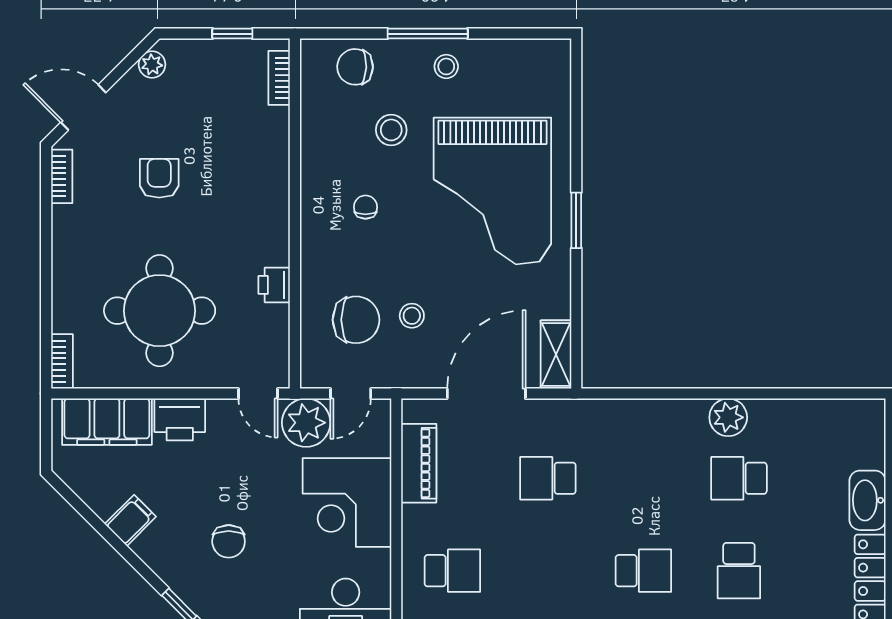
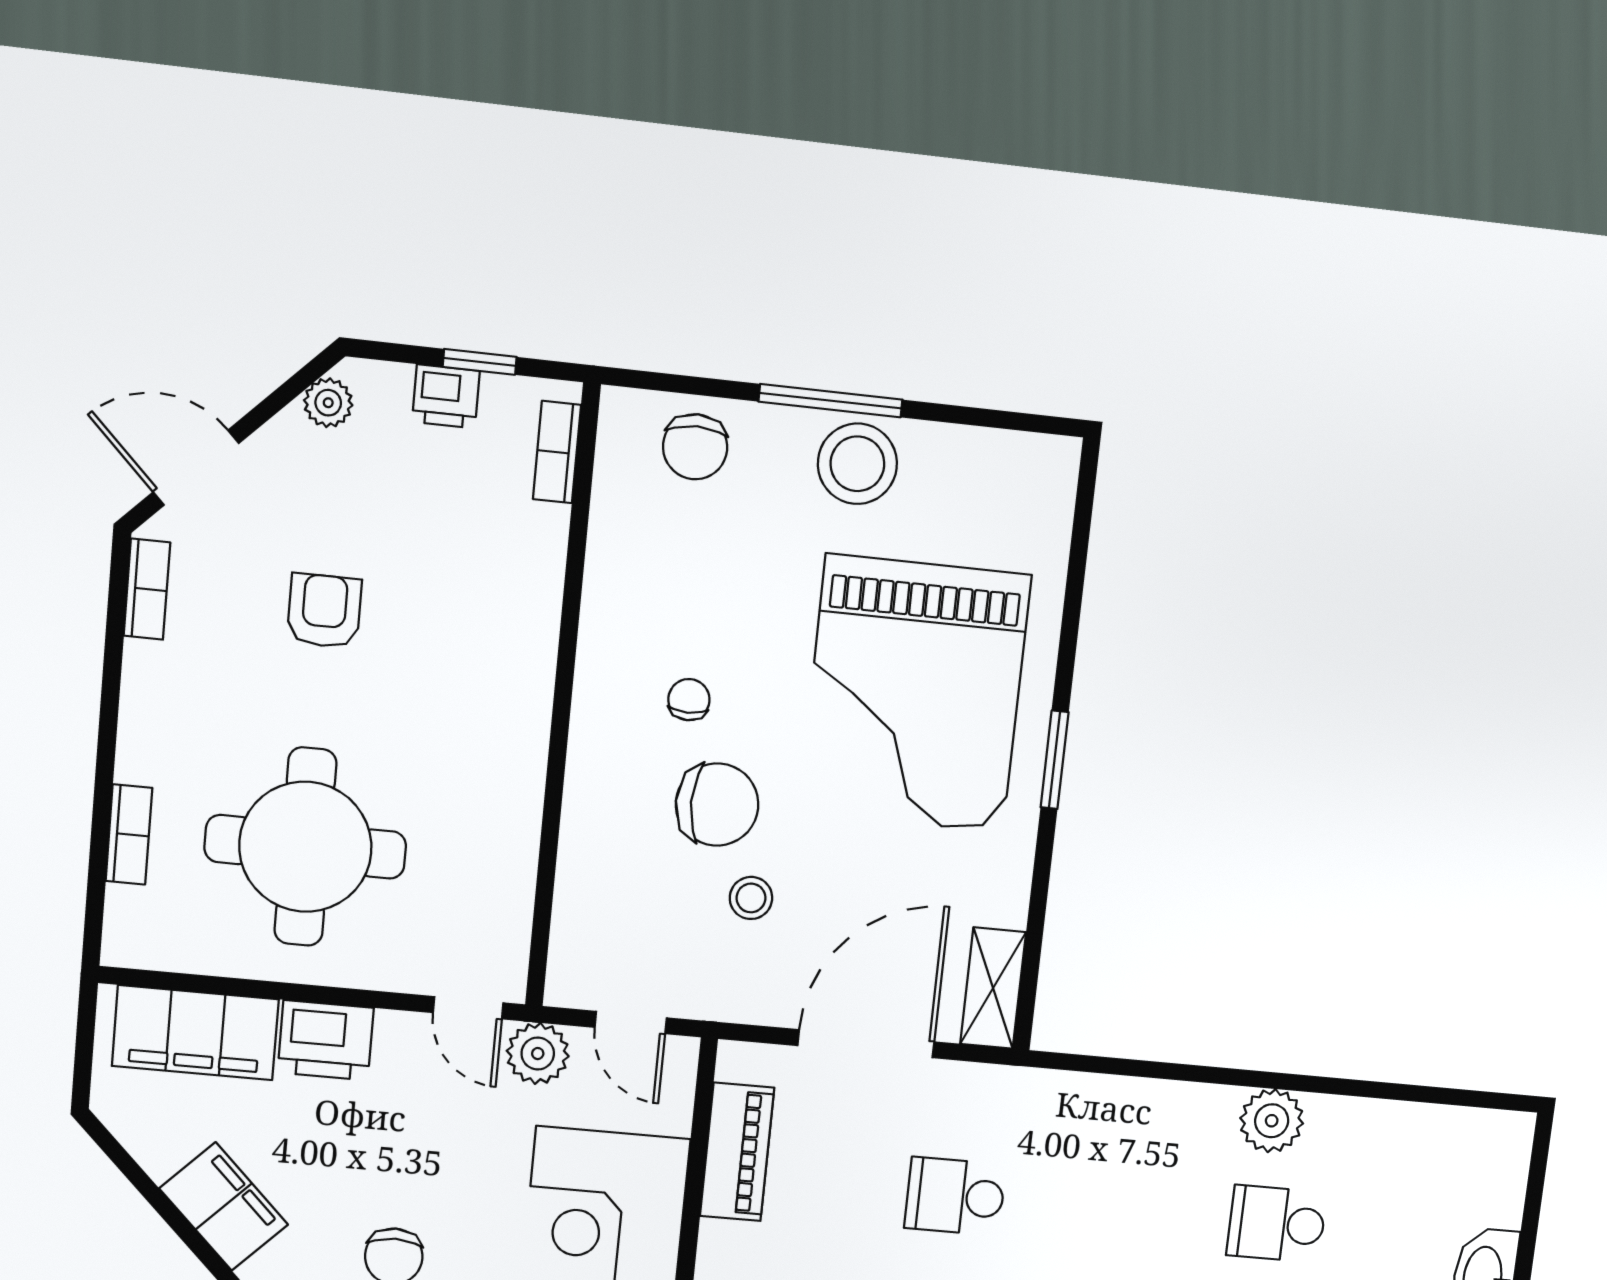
stool: (446, 66) -> (857, 464), width x1.89, depth x1.89
chair: (355, 67) -> (695, 447), turned -92
stool: (391, 130) -> (748, 567), removed
printer: (274, 285) -> (446, 396), moved, turned -90
chair: (356, 320) -> (717, 805), moved
bookcase: (62, 361) -> (129, 834), moved
door: (351, 394) -> (631, 1023), hinge flipped
plant: (306, 423) -> (538, 1054), width x0.73, depth x0.73
filing cabinet: (130, 520) -> (224, 1206), width x2.00

